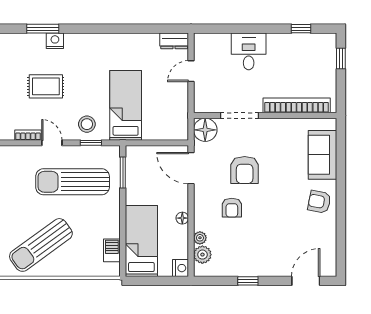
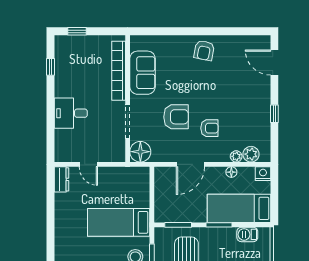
sofa: (323, 155) -> (142, 73), moved, turned -90
door: (191, 168) -> (190, 164), moved
window: (123, 218) -> (219, 225), added
floor lamp: (182, 218) -> (231, 172), moved

